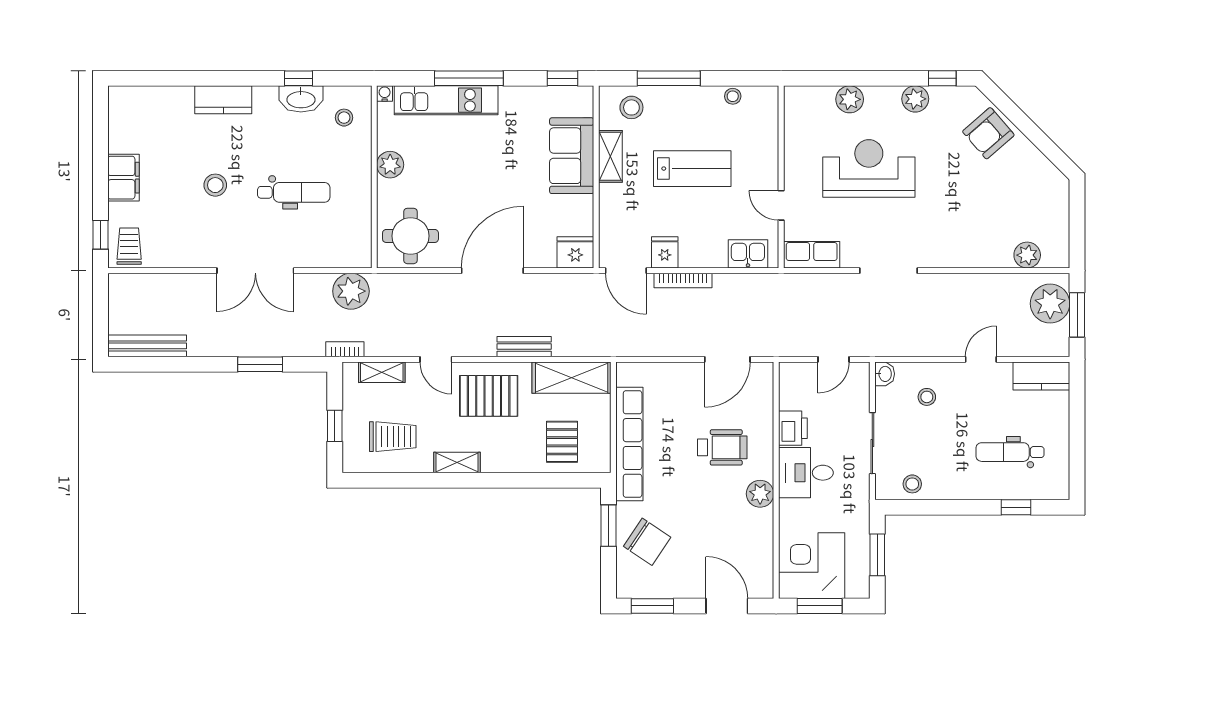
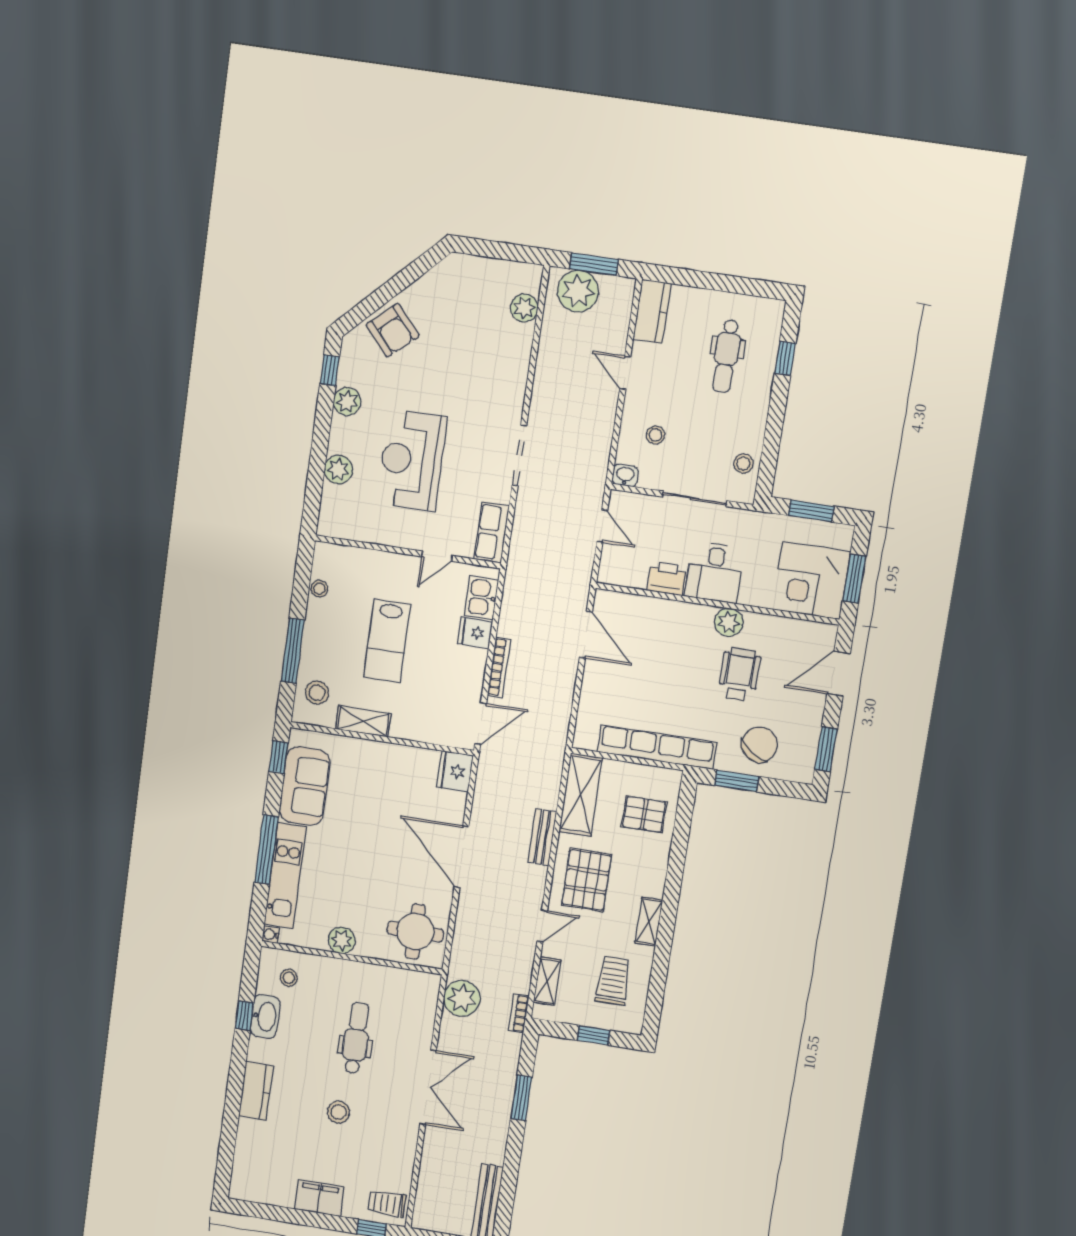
sofa: (572, 156) -> (305, 786), moved, turned -90
lab bench: (692, 169) -> (387, 641), turned 180
fridge: (665, 252) -> (475, 633), moved
wheelchair: (722, 447) -> (739, 674), moved

